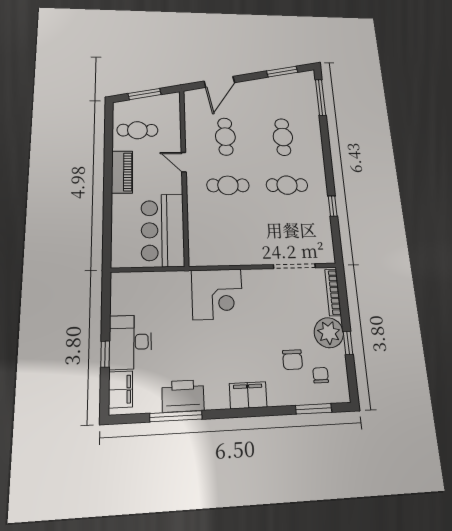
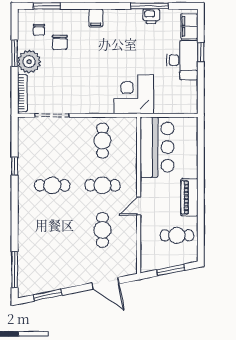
door: (219, 82) -> (105, 283), swing flipped
cafe table: (283, 137) -> (102, 141), moved
door: (184, 162) -> (139, 206), swing flipped
corner desk: (217, 294) -> (134, 94), moved
window: (348, 343) -> (15, 53), width x1.50
chair: (293, 360) -> (60, 42), turned 180
filing cabinet: (248, 395) -> (96, 18), width x0.50
printer: (183, 396) -> (151, 16), width x0.53, depth x0.68

